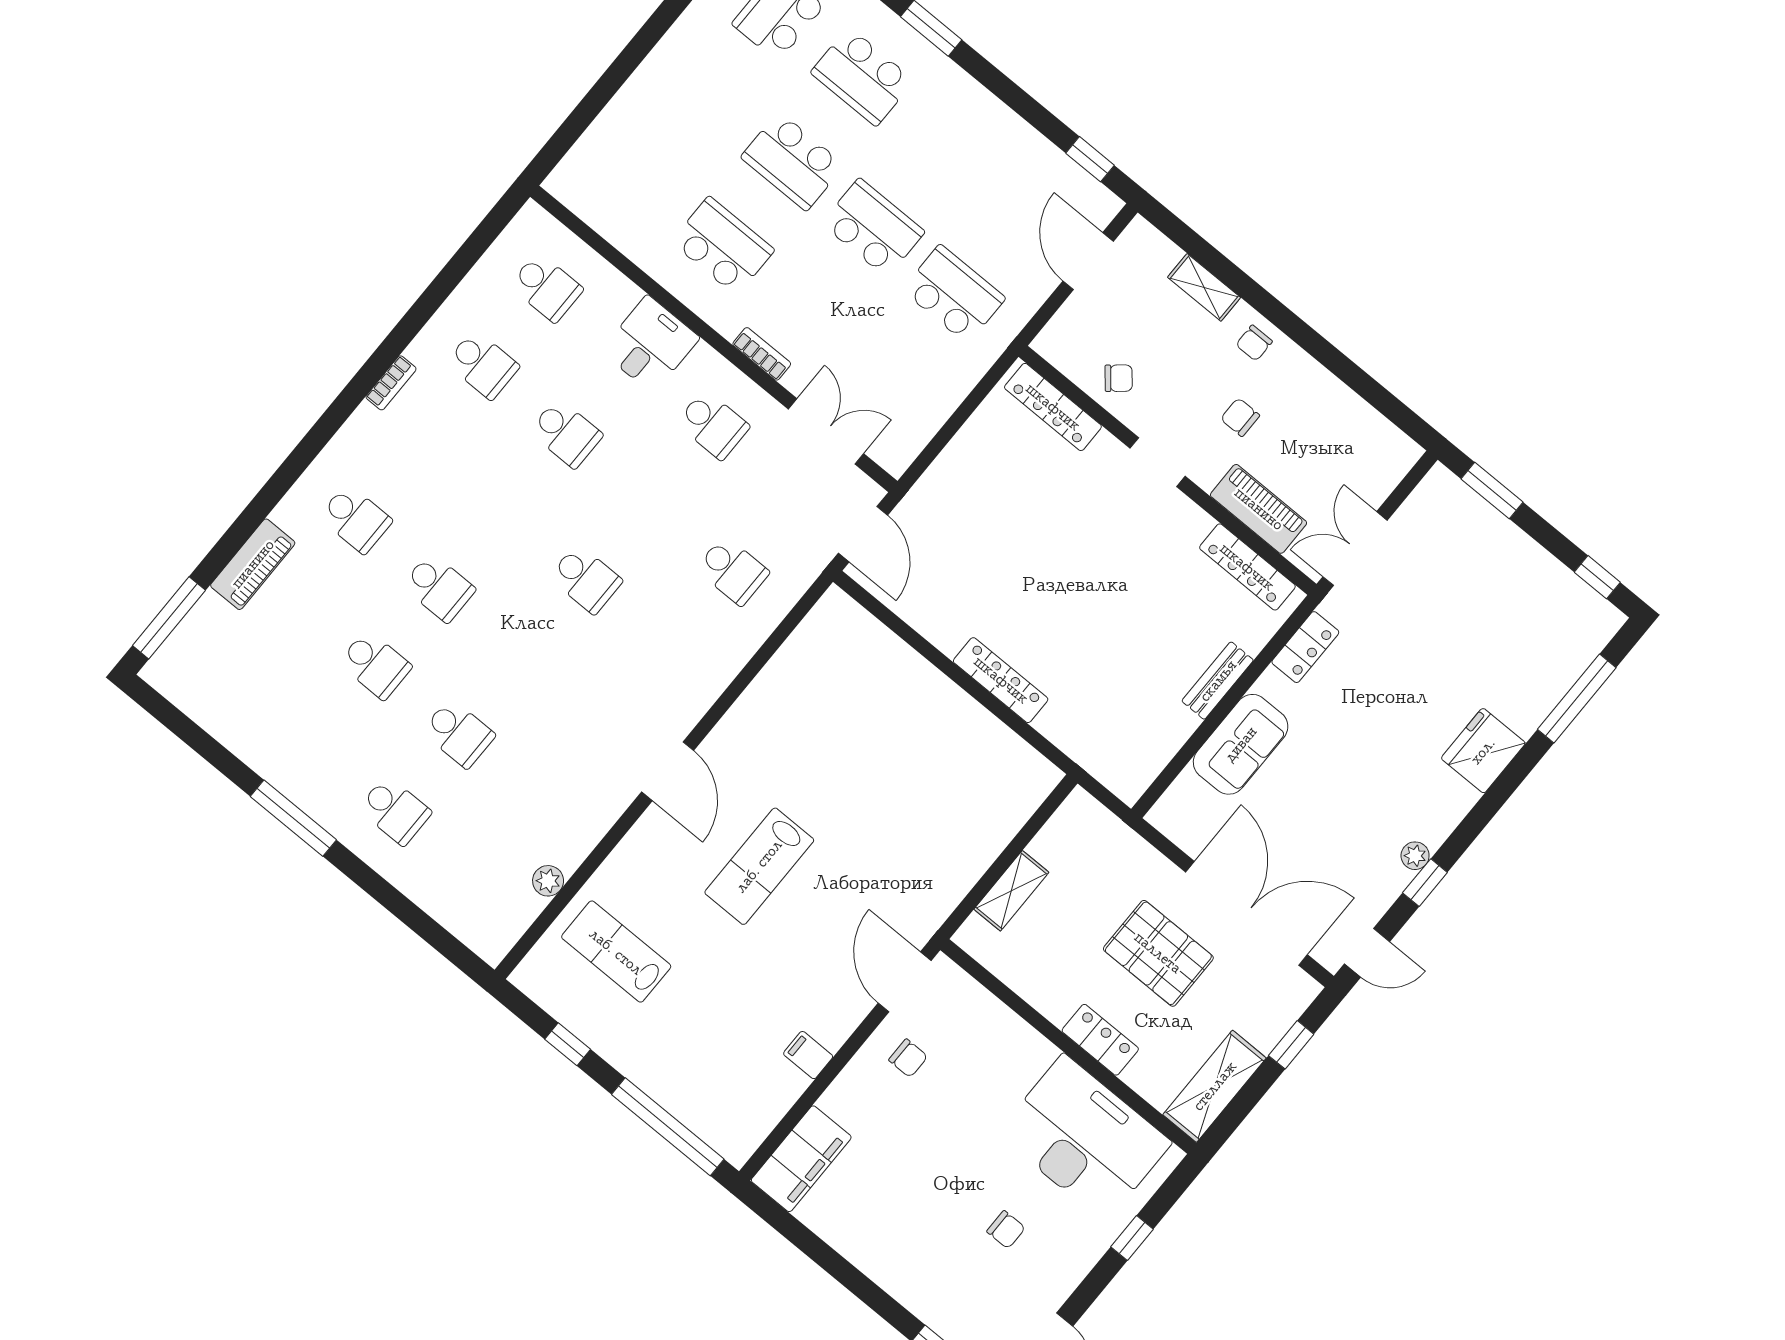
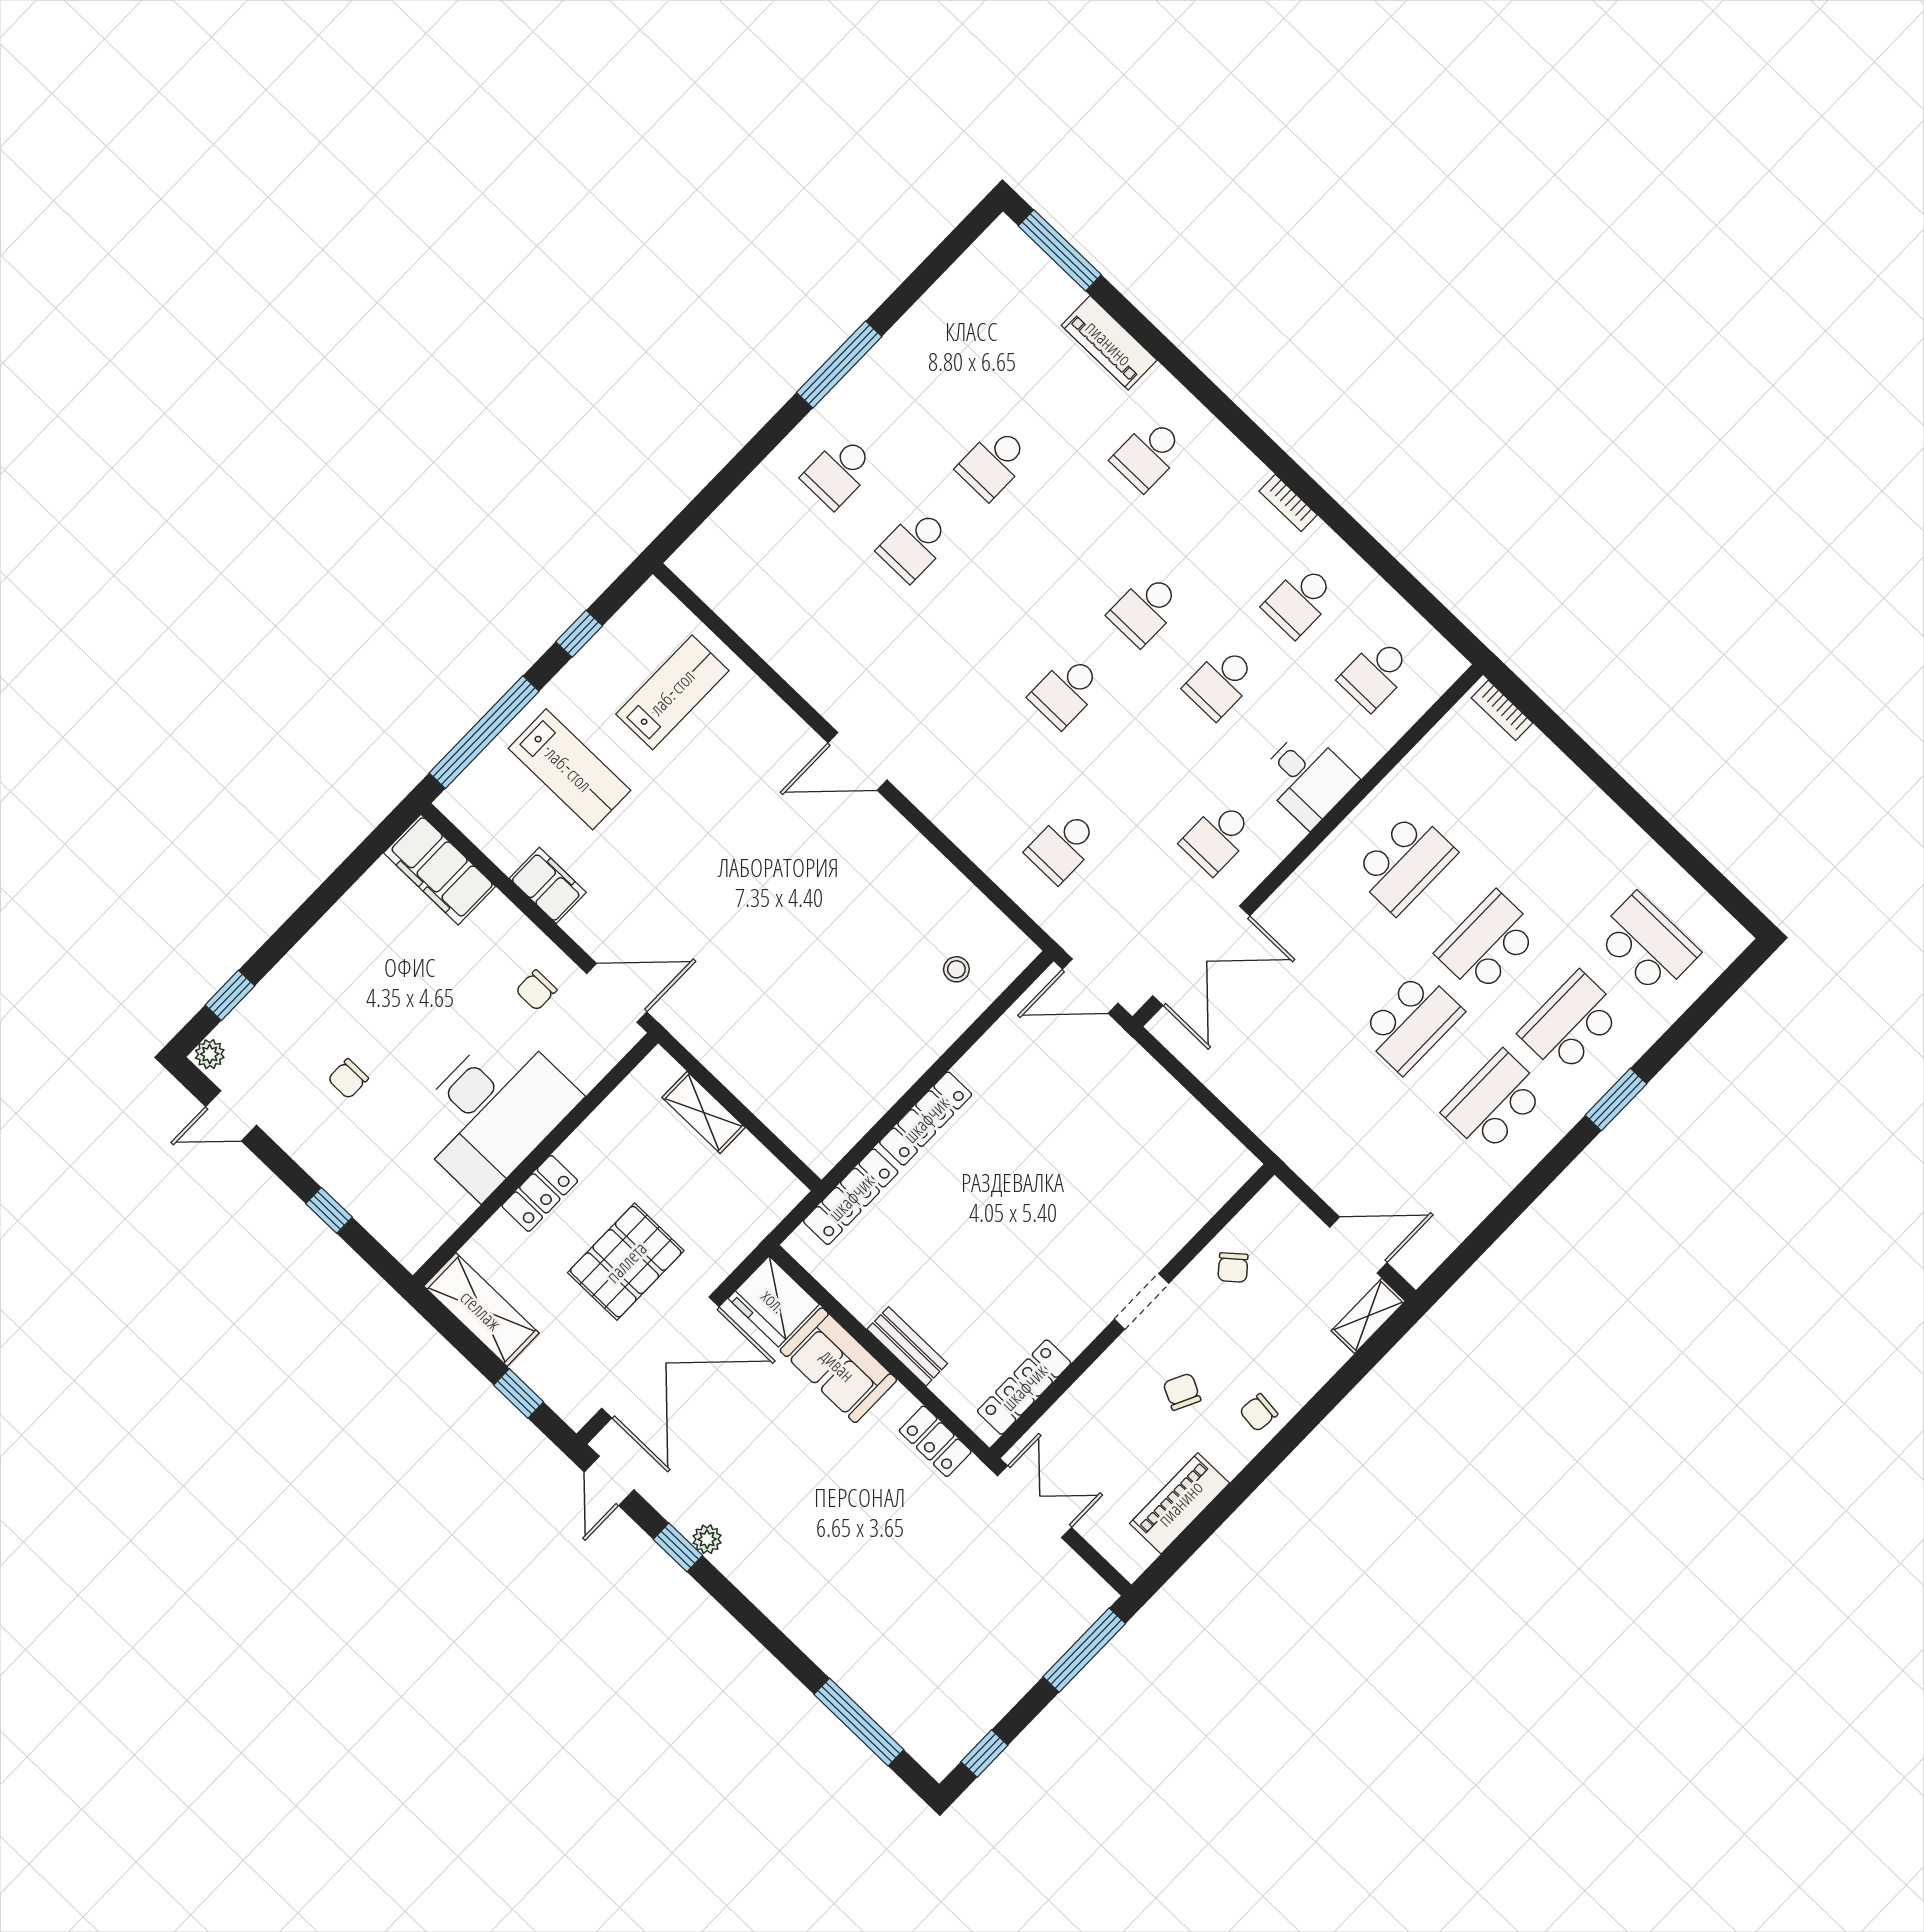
window: (1090, 159) -> (1465, 1256), removed
shelving: (1204, 287) -> (1368, 1316), moved
school desk: (954, 294) -> (1494, 1102), moved, turned 180
chair: (1254, 343) -> (1259, 1413), turned -84
bookcase: (762, 354) -> (1502, 710), moved, turned 90
locker: (1053, 407) -> (851, 1197), moved, turned 180
chair: (1240, 417) -> (1182, 1392), turned -64
double door: (826, 431) -> (1201, 956), width x1.37
window: (1492, 490) -> (1084, 1650), width x1.44
piano: (1259, 509) -> (1180, 1503), moved, turned 180
school desk: (439, 588) -> (1145, 609), moved
stool: (857, 662) -> (956, 969), added
fridge: (1483, 751) -> (774, 1301), moved, turned 180
lab bench: (759, 866) -> (569, 769), moved, turned 180
plant: (548, 881) -> (752, 627), removed
filing cabinet: (808, 1055) -> (548, 885), width x2.00
desk: (1084, 1138) -> (493, 1111), moved

